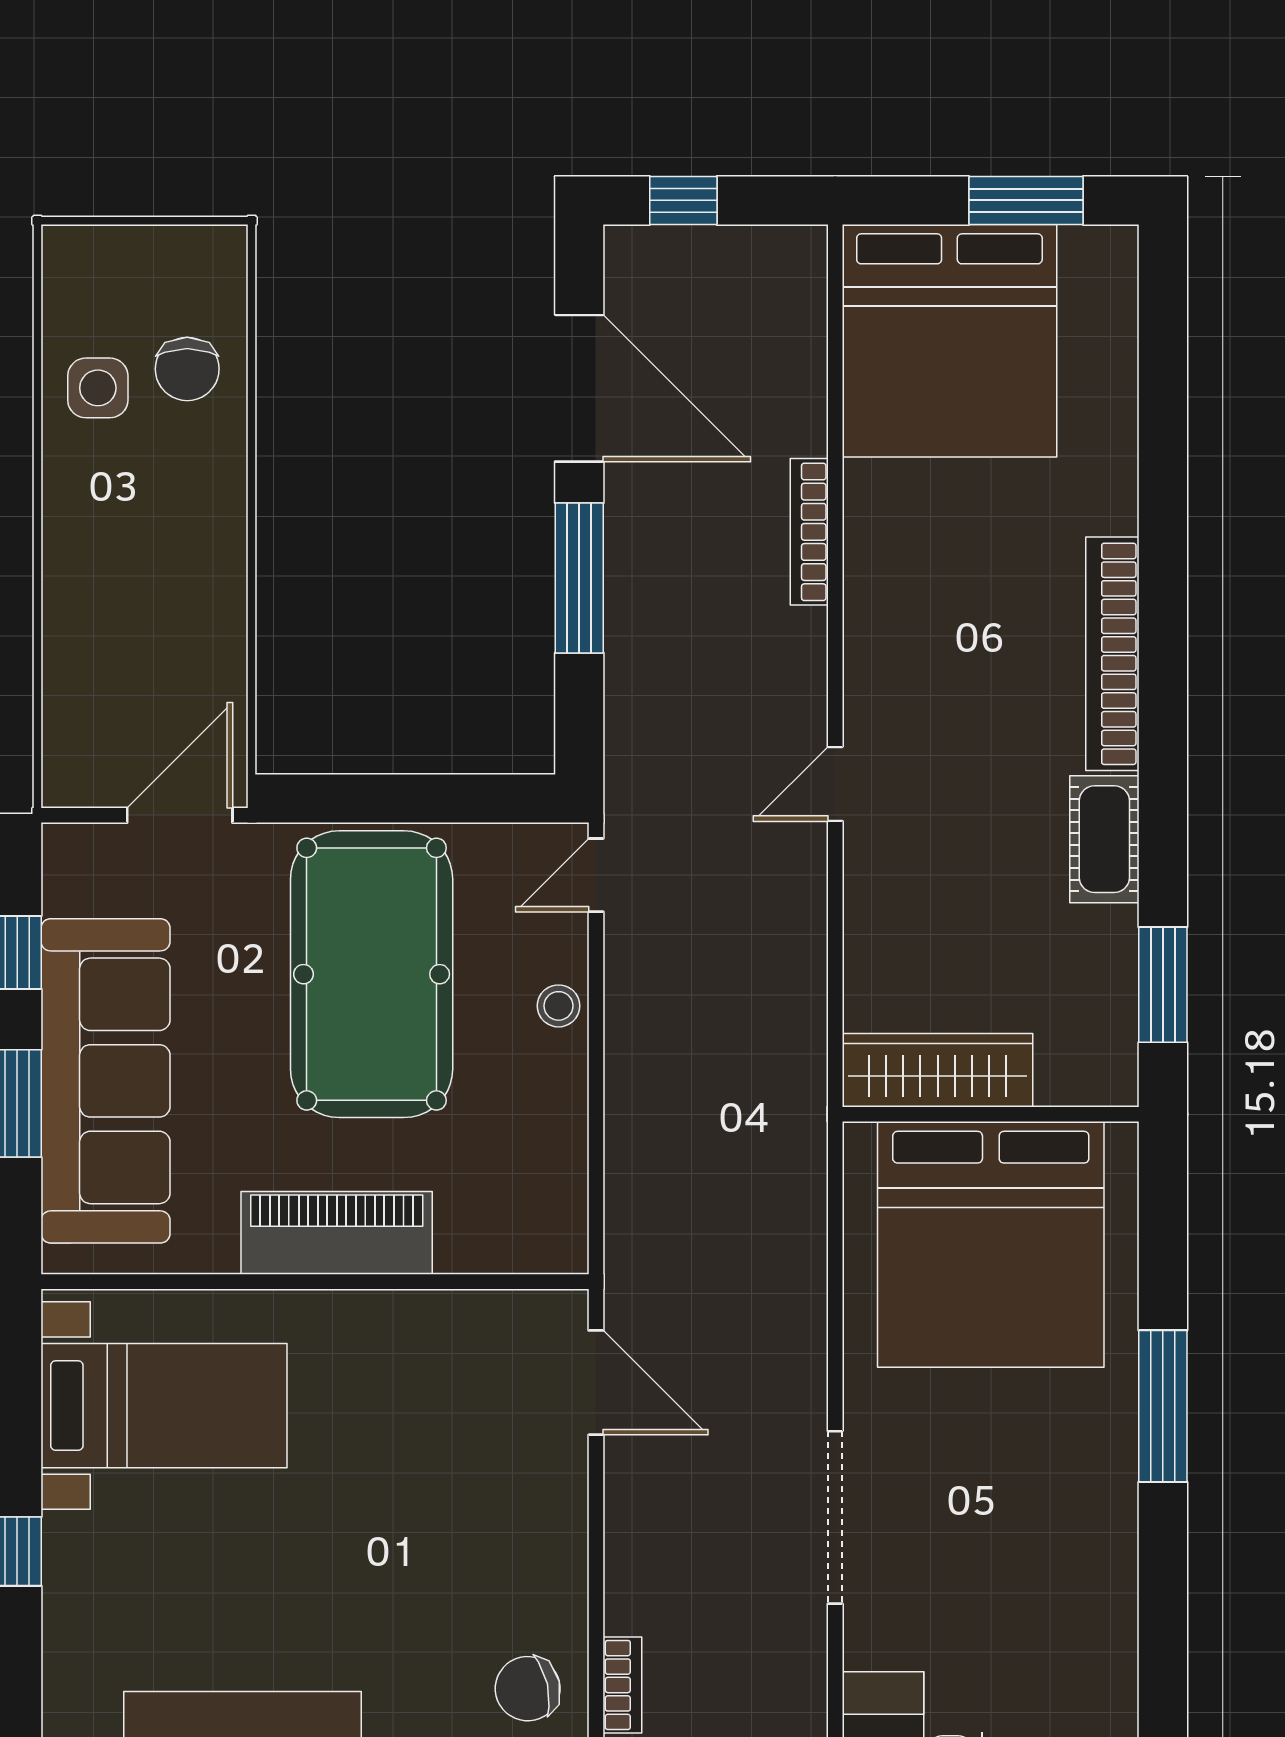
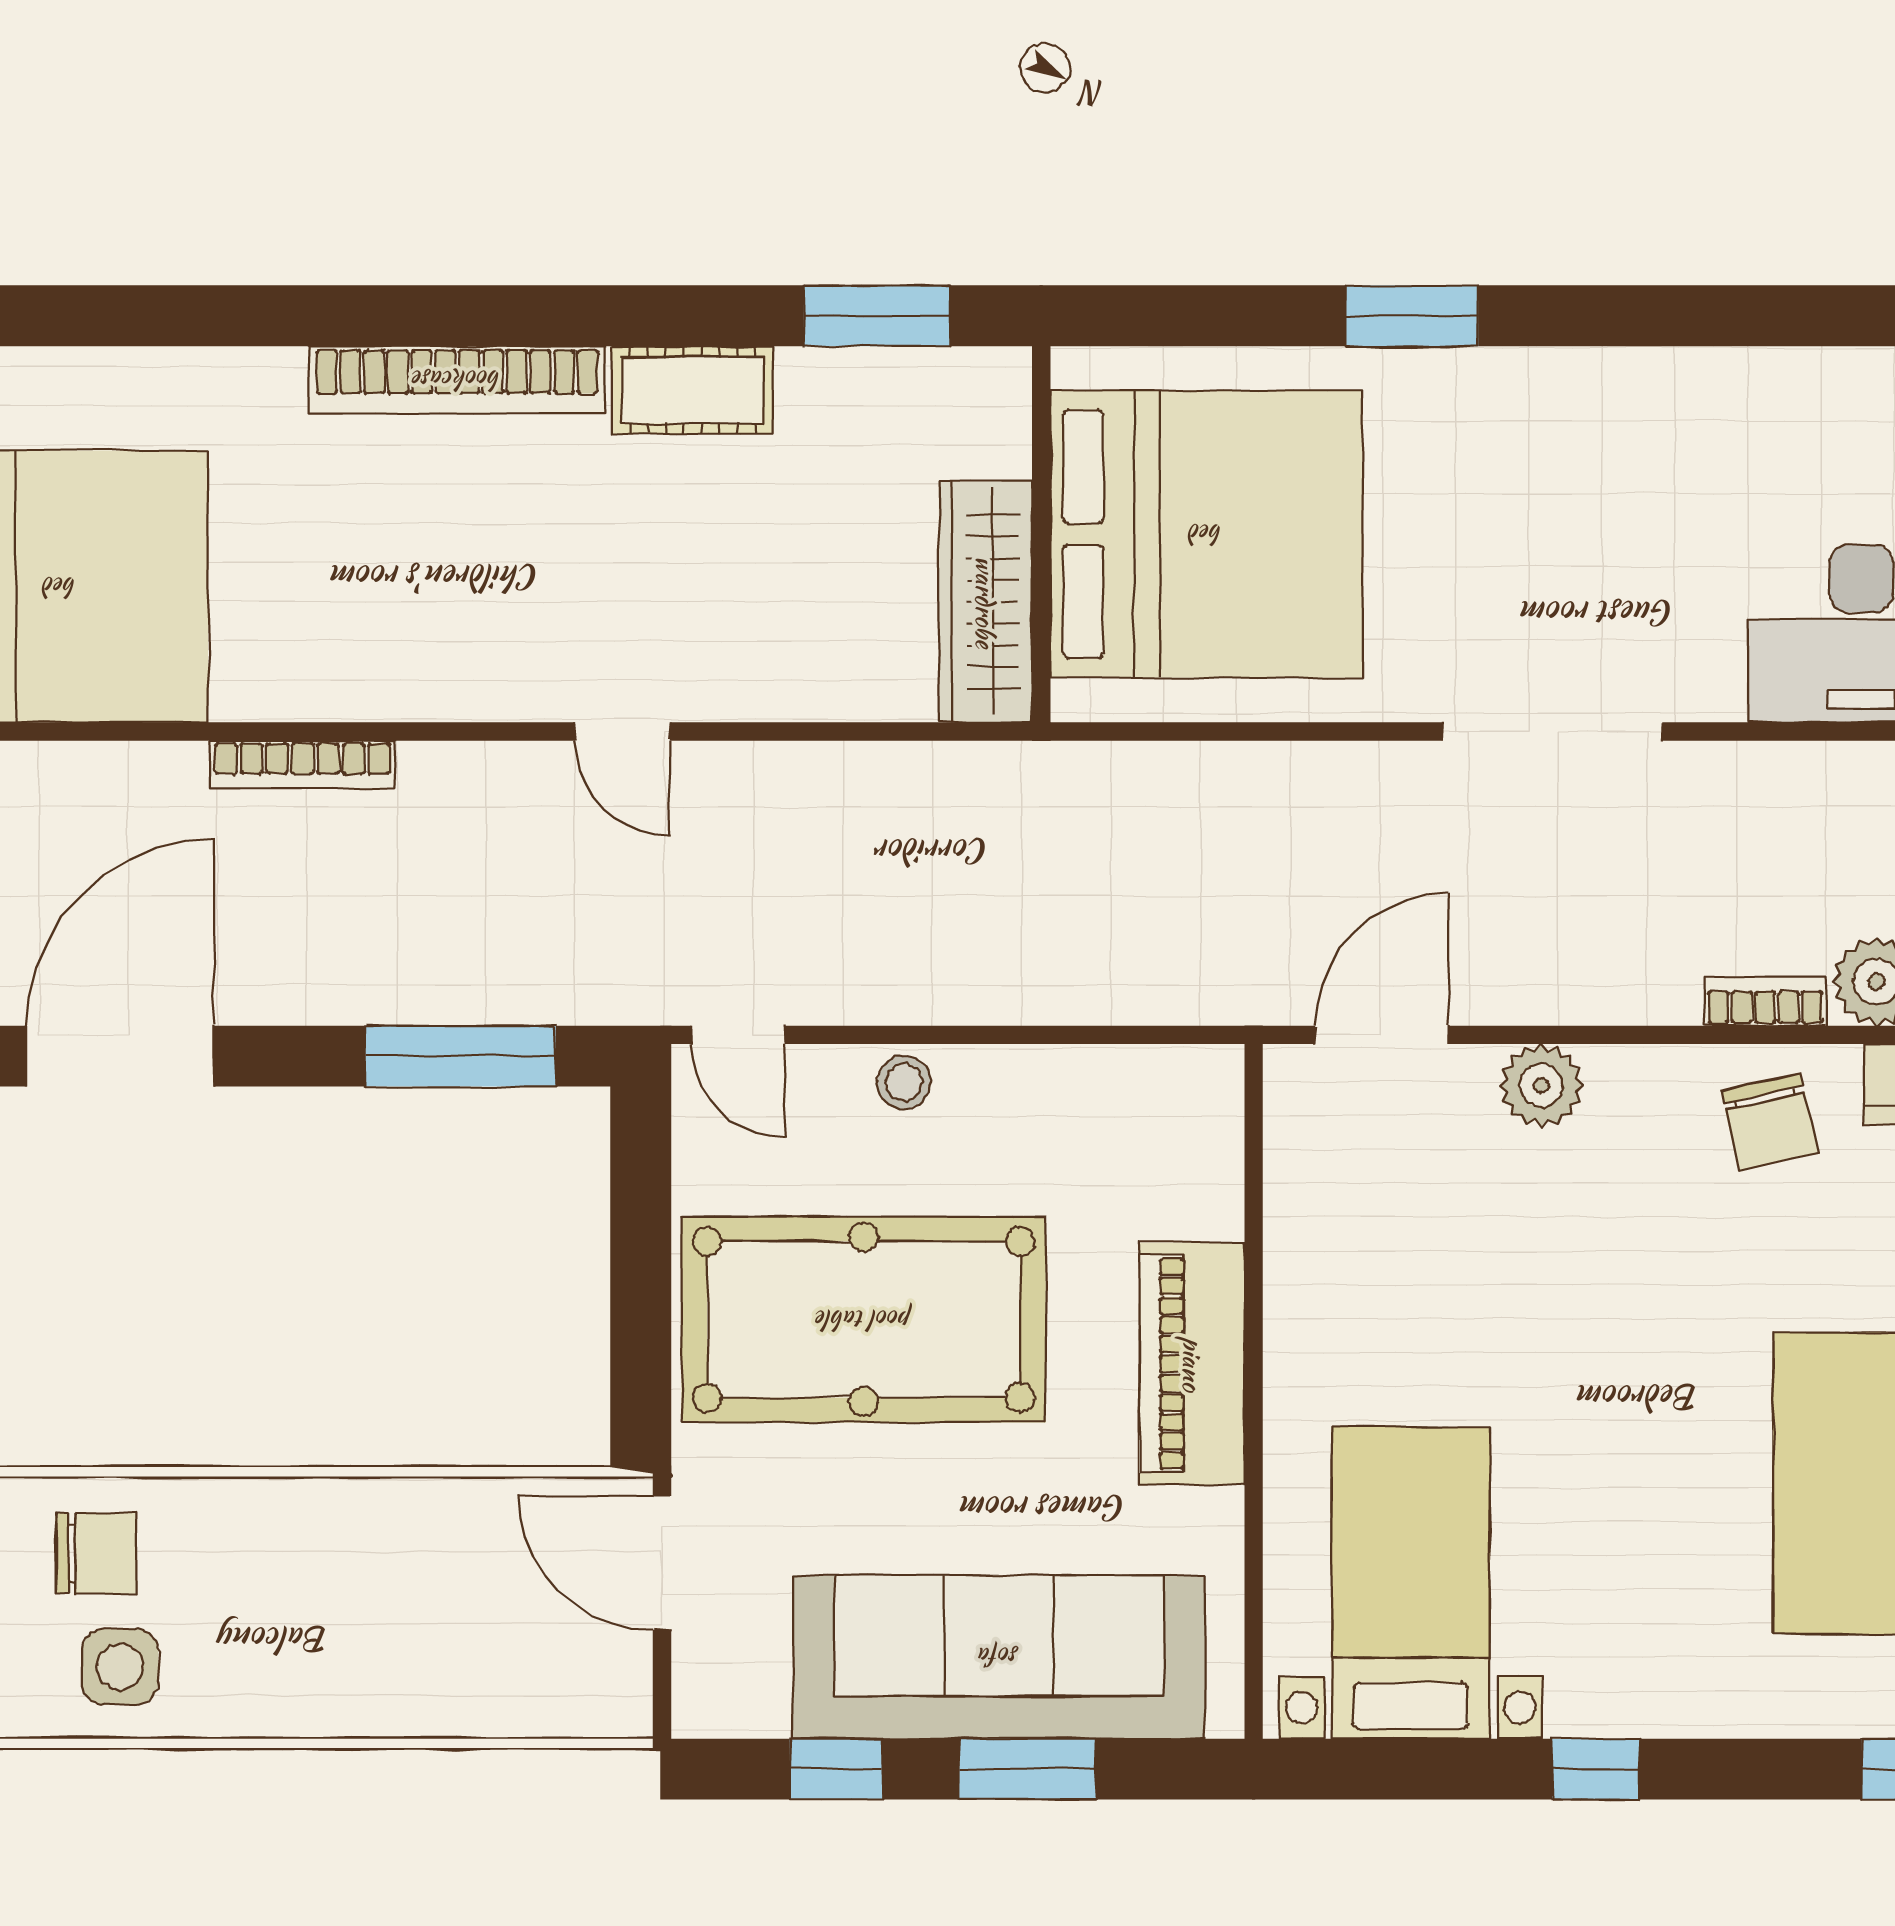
window: (579, 578) -> (460, 1056), moved
window: (1163, 1406) -> (1412, 316), width x0.69
plant: (556, 1509) -> (1541, 1085), added

